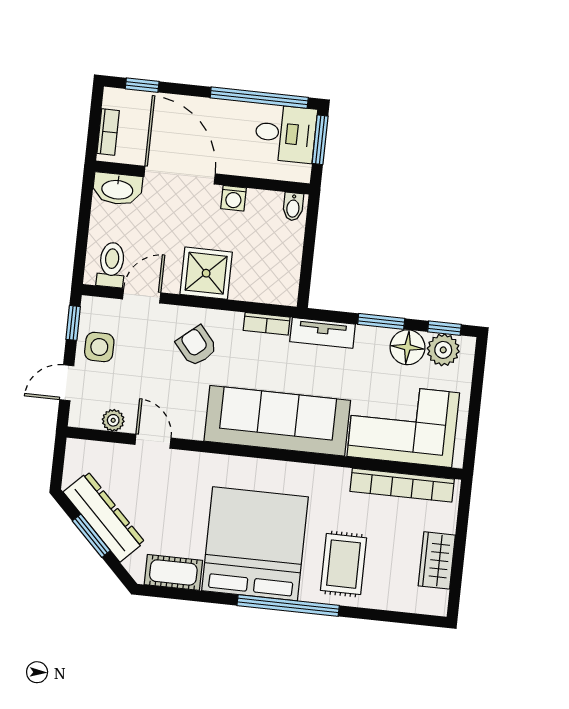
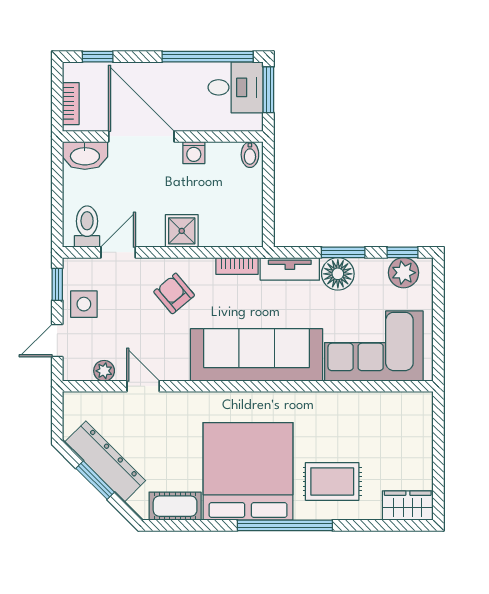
shower: (206, 273) -> (182, 231), width x0.73, depth x0.73
floor lamp: (407, 347) -> (338, 274), moved
bookcase: (402, 485) -> (379, 402), removed
wardrobe: (437, 560) -> (408, 506), moved, turned 90
rug: (343, 564) -> (332, 481), turned 90

